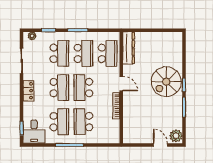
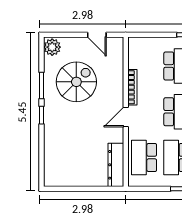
spiral stairs: (166, 82) -> (76, 82), moved
door: (121, 84) -> (126, 117), hinge flipped
door: (160, 145) -> (97, 35), moved

